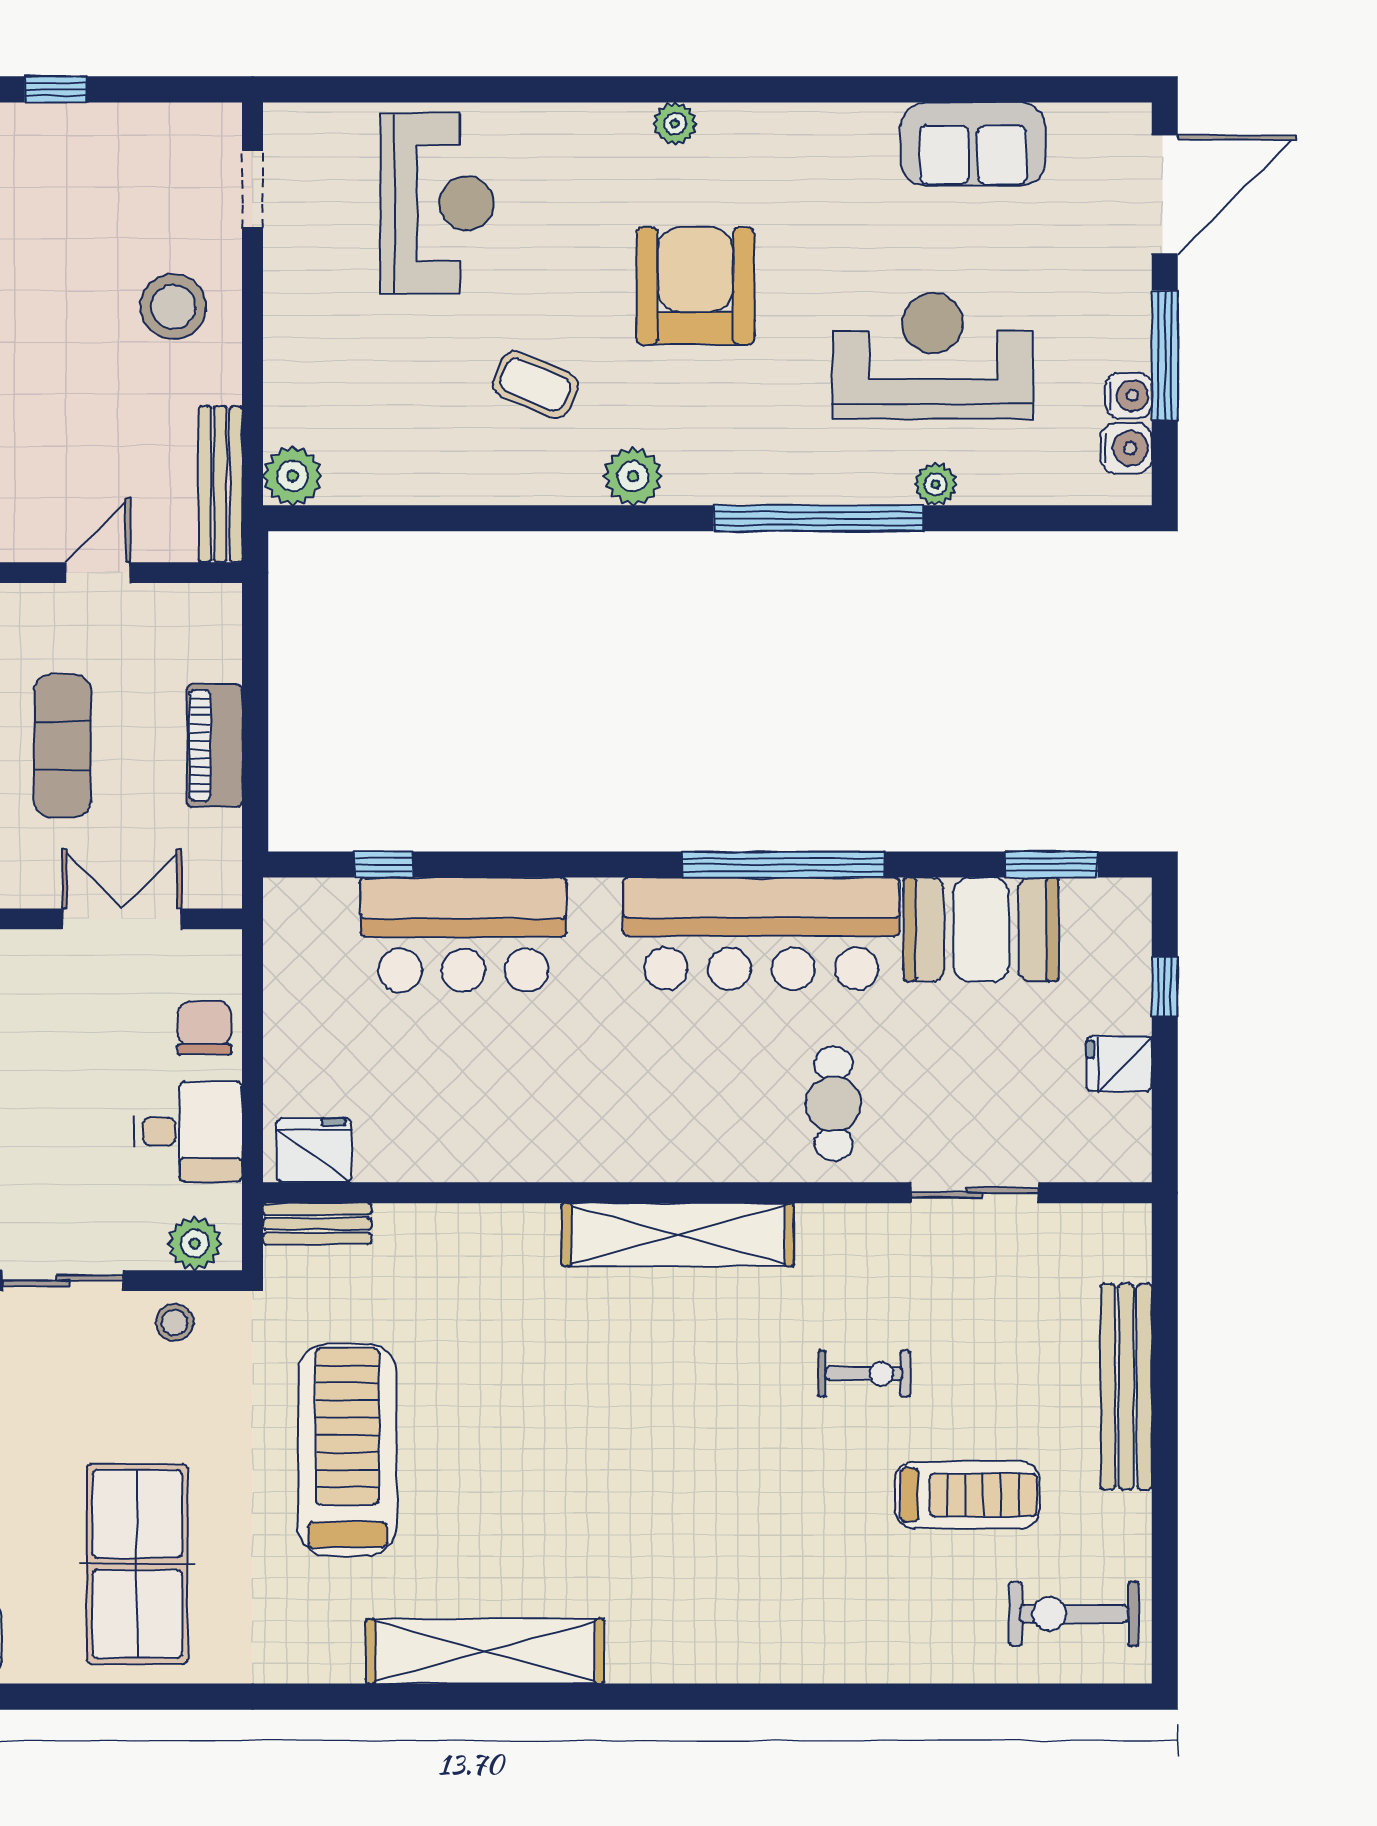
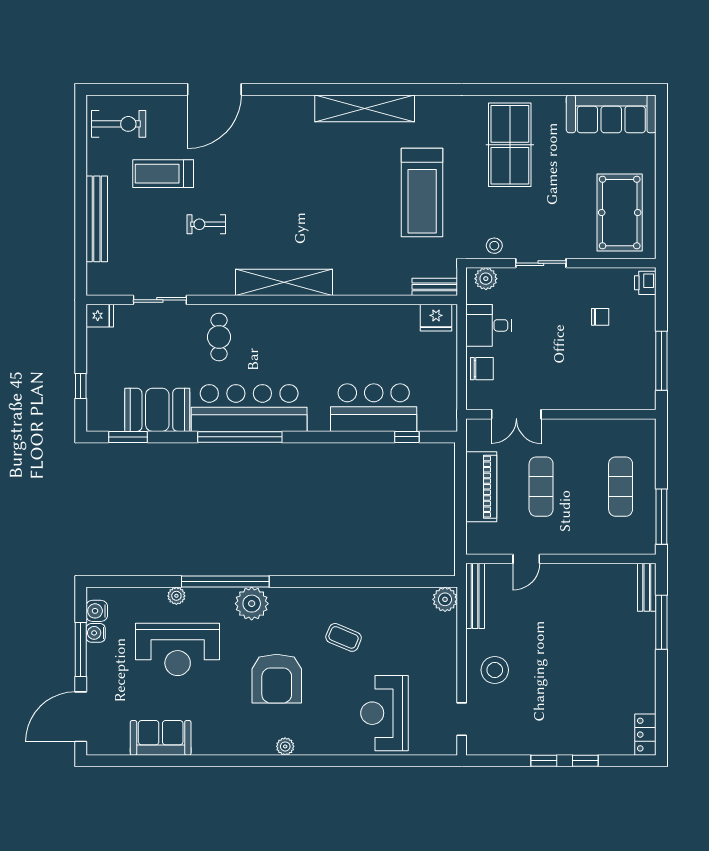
plant: (633, 476) -> (252, 604), moved, width x1.36, depth x1.36
piano: (215, 746) -> (481, 487), width x1.37, depth x1.33
chair: (204, 1028) -> (482, 369), turned -90
fridge: (1119, 1064) -> (100, 316), moved
door: (845, 1697) -> (214, 89), added

